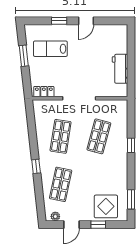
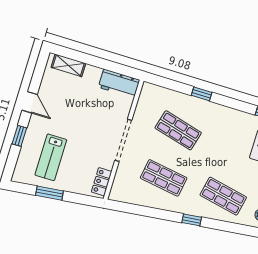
shelving: (122, 41) -> (68, 65), added
workbench: (120, 69) -> (119, 84), moved

